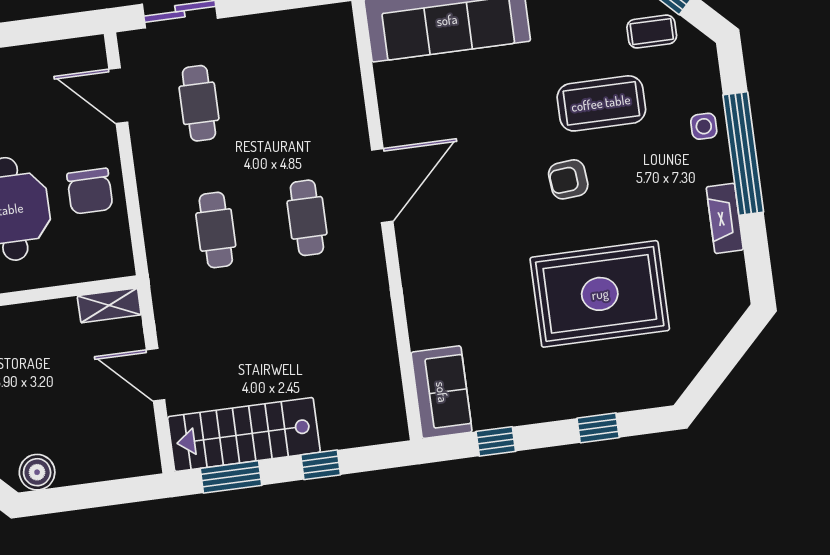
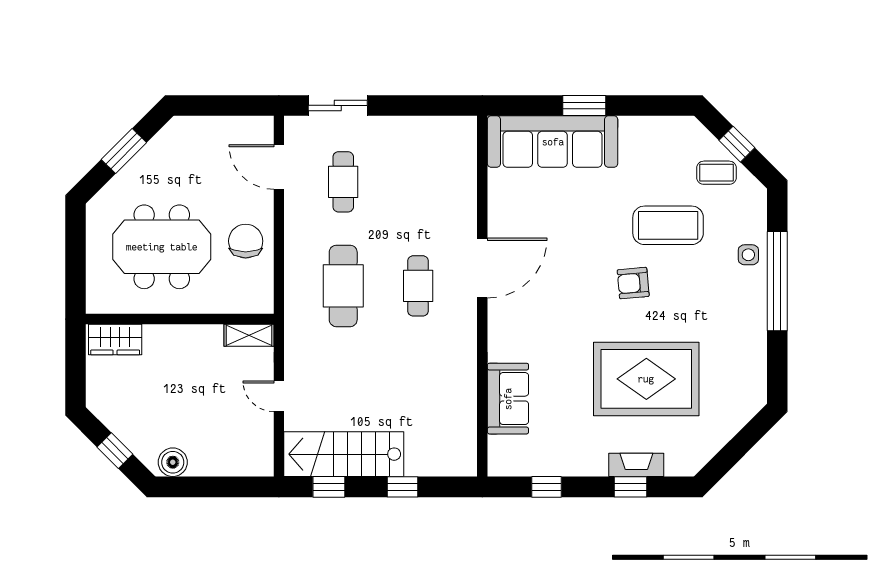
chair: (90, 191) -> (246, 241), turned 180
fireplace: (725, 218) -> (636, 465), moved, turned 90
cafe table: (216, 230) -> (343, 286), width x1.37, depth x1.35
door: (156, 375) -> (279, 396), width x0.73
sofa: (442, 392) -> (508, 399), moved
window: (231, 477) -> (329, 487), width x0.67

